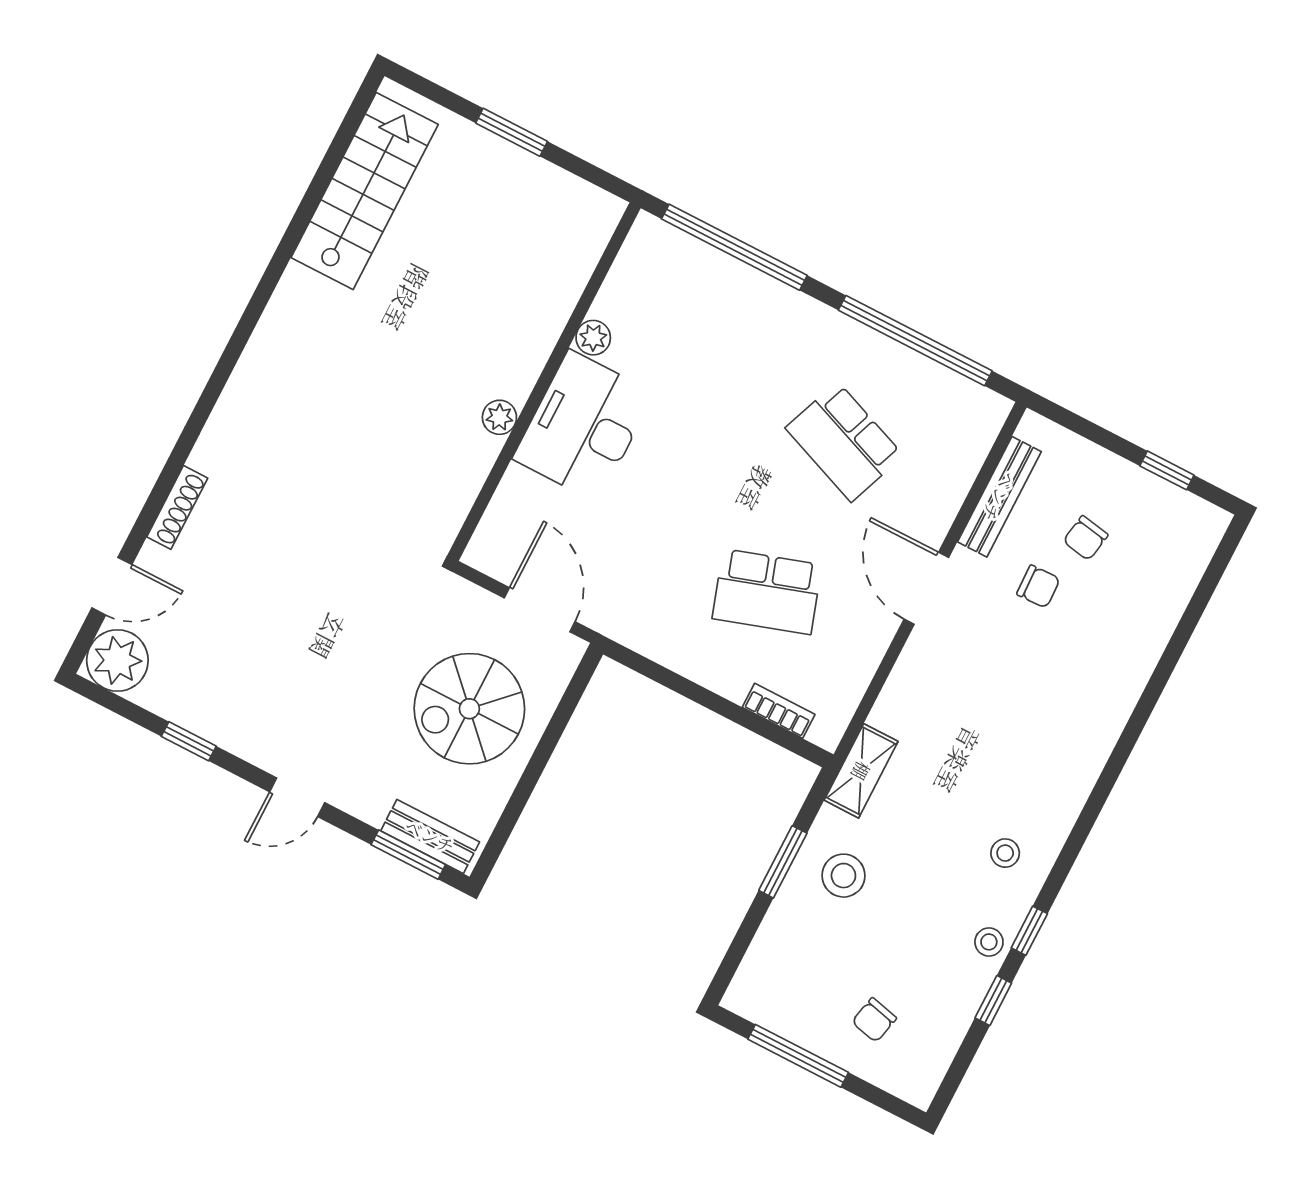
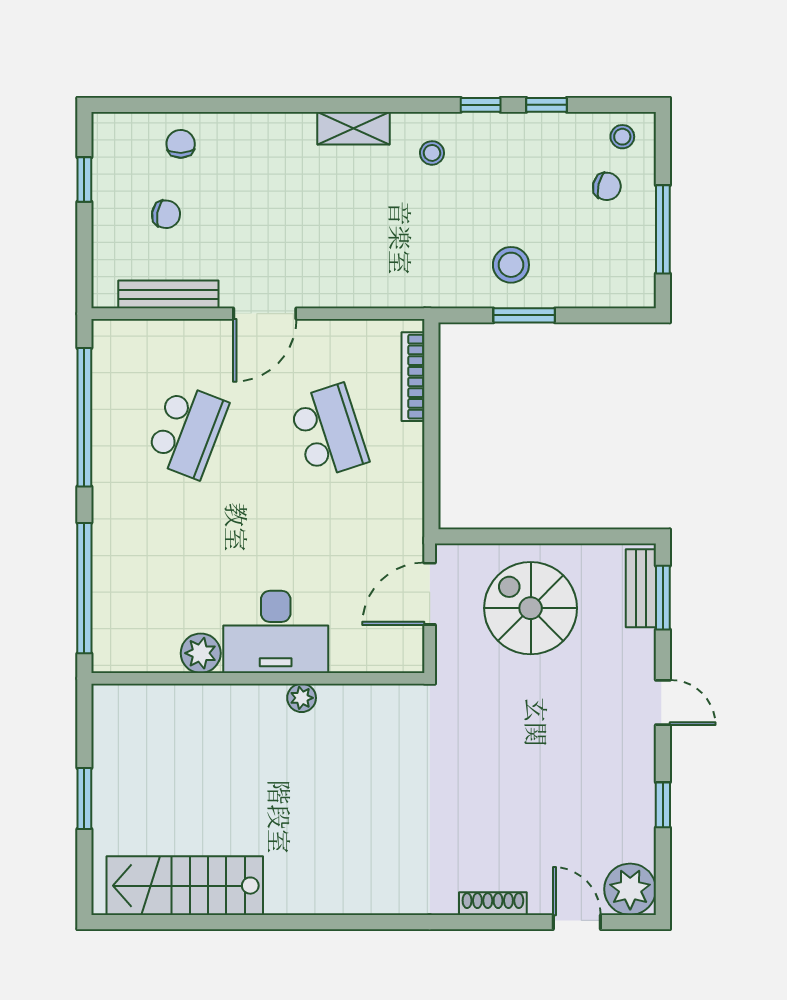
plant: (593, 338) -> (201, 653), width x1.38, depth x1.38
chair: (1038, 586) -> (181, 144), moved
spiral stairs: (469, 709) -> (531, 608), turned 180
bookcase: (779, 711) -> (413, 377), width x1.56
shelving: (861, 771) -> (353, 128), moved
stool: (989, 942) -> (622, 137), moved

